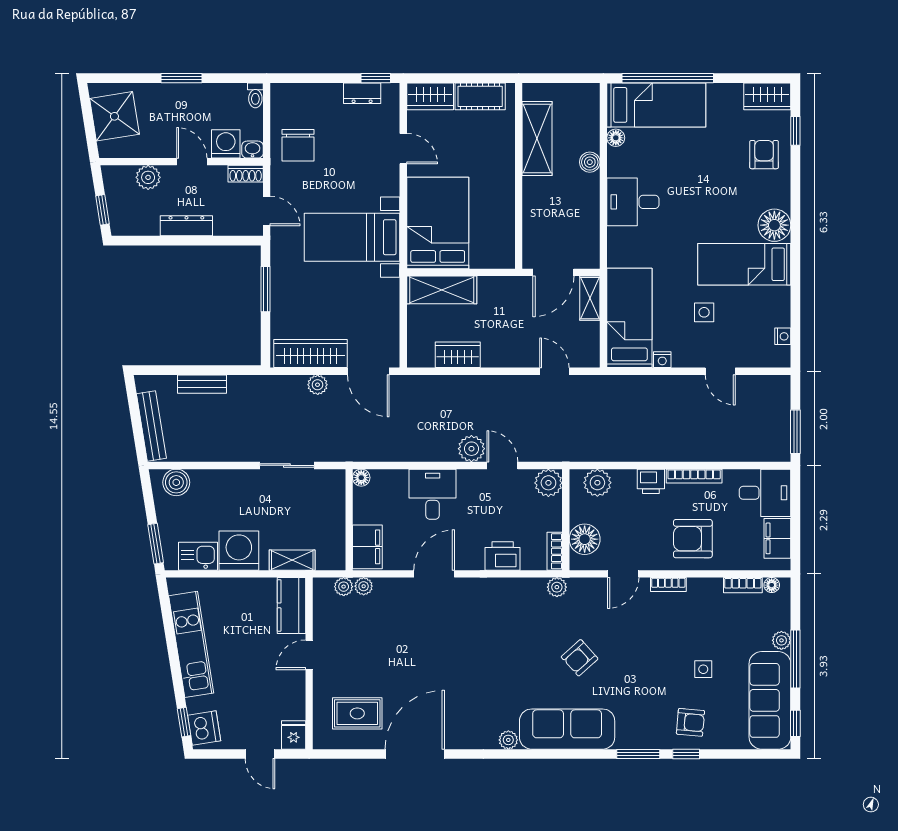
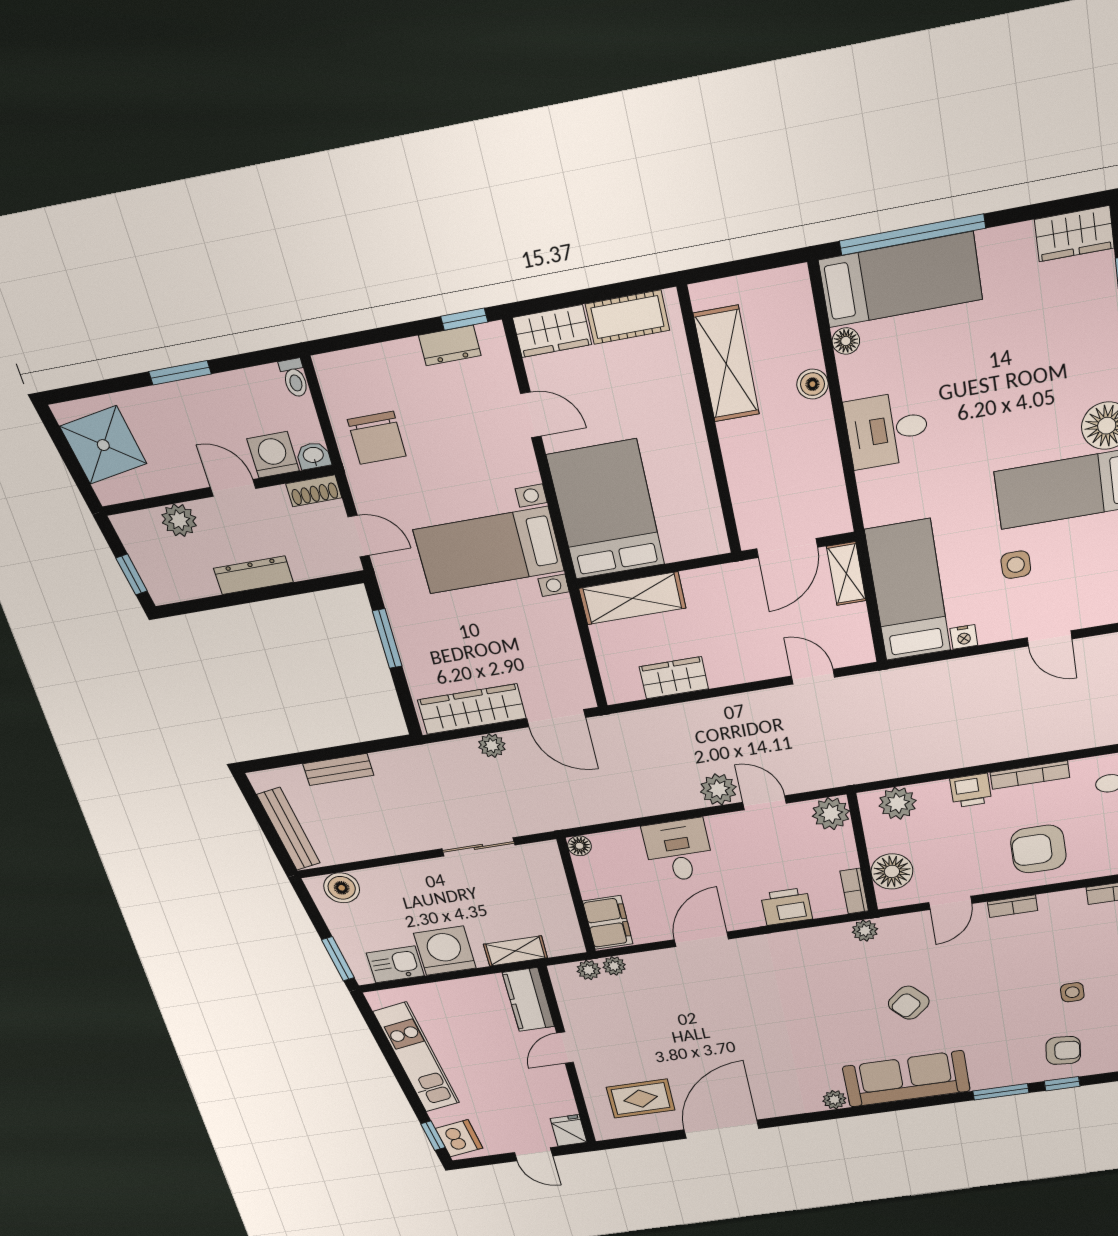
armchair: (764, 155) -> (1079, 324), removed

